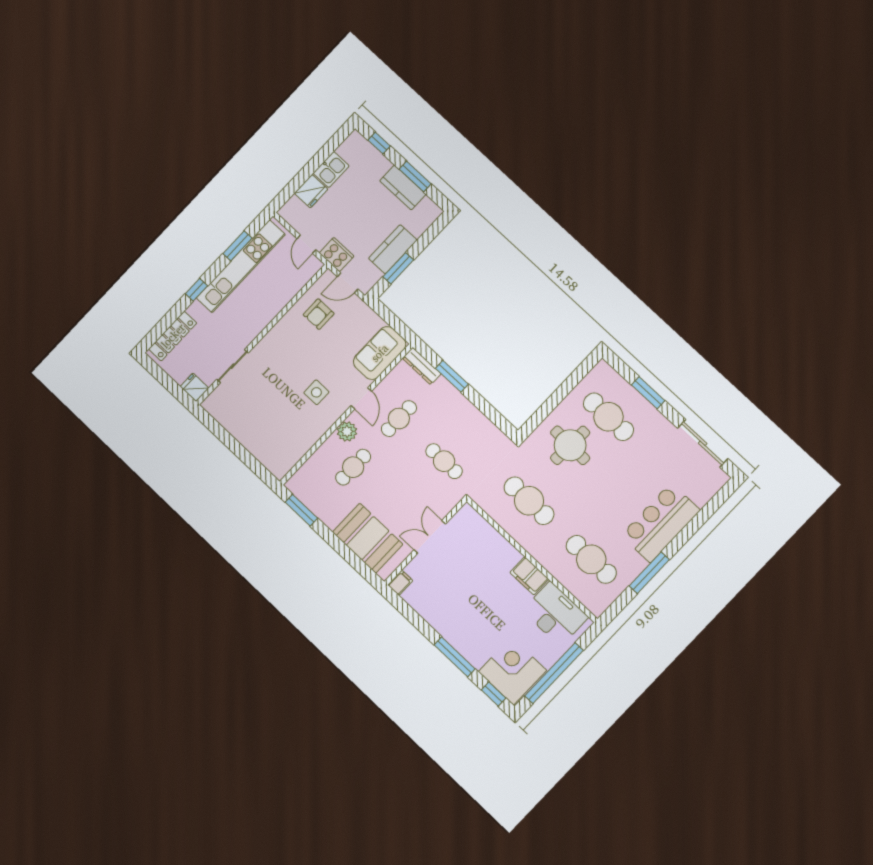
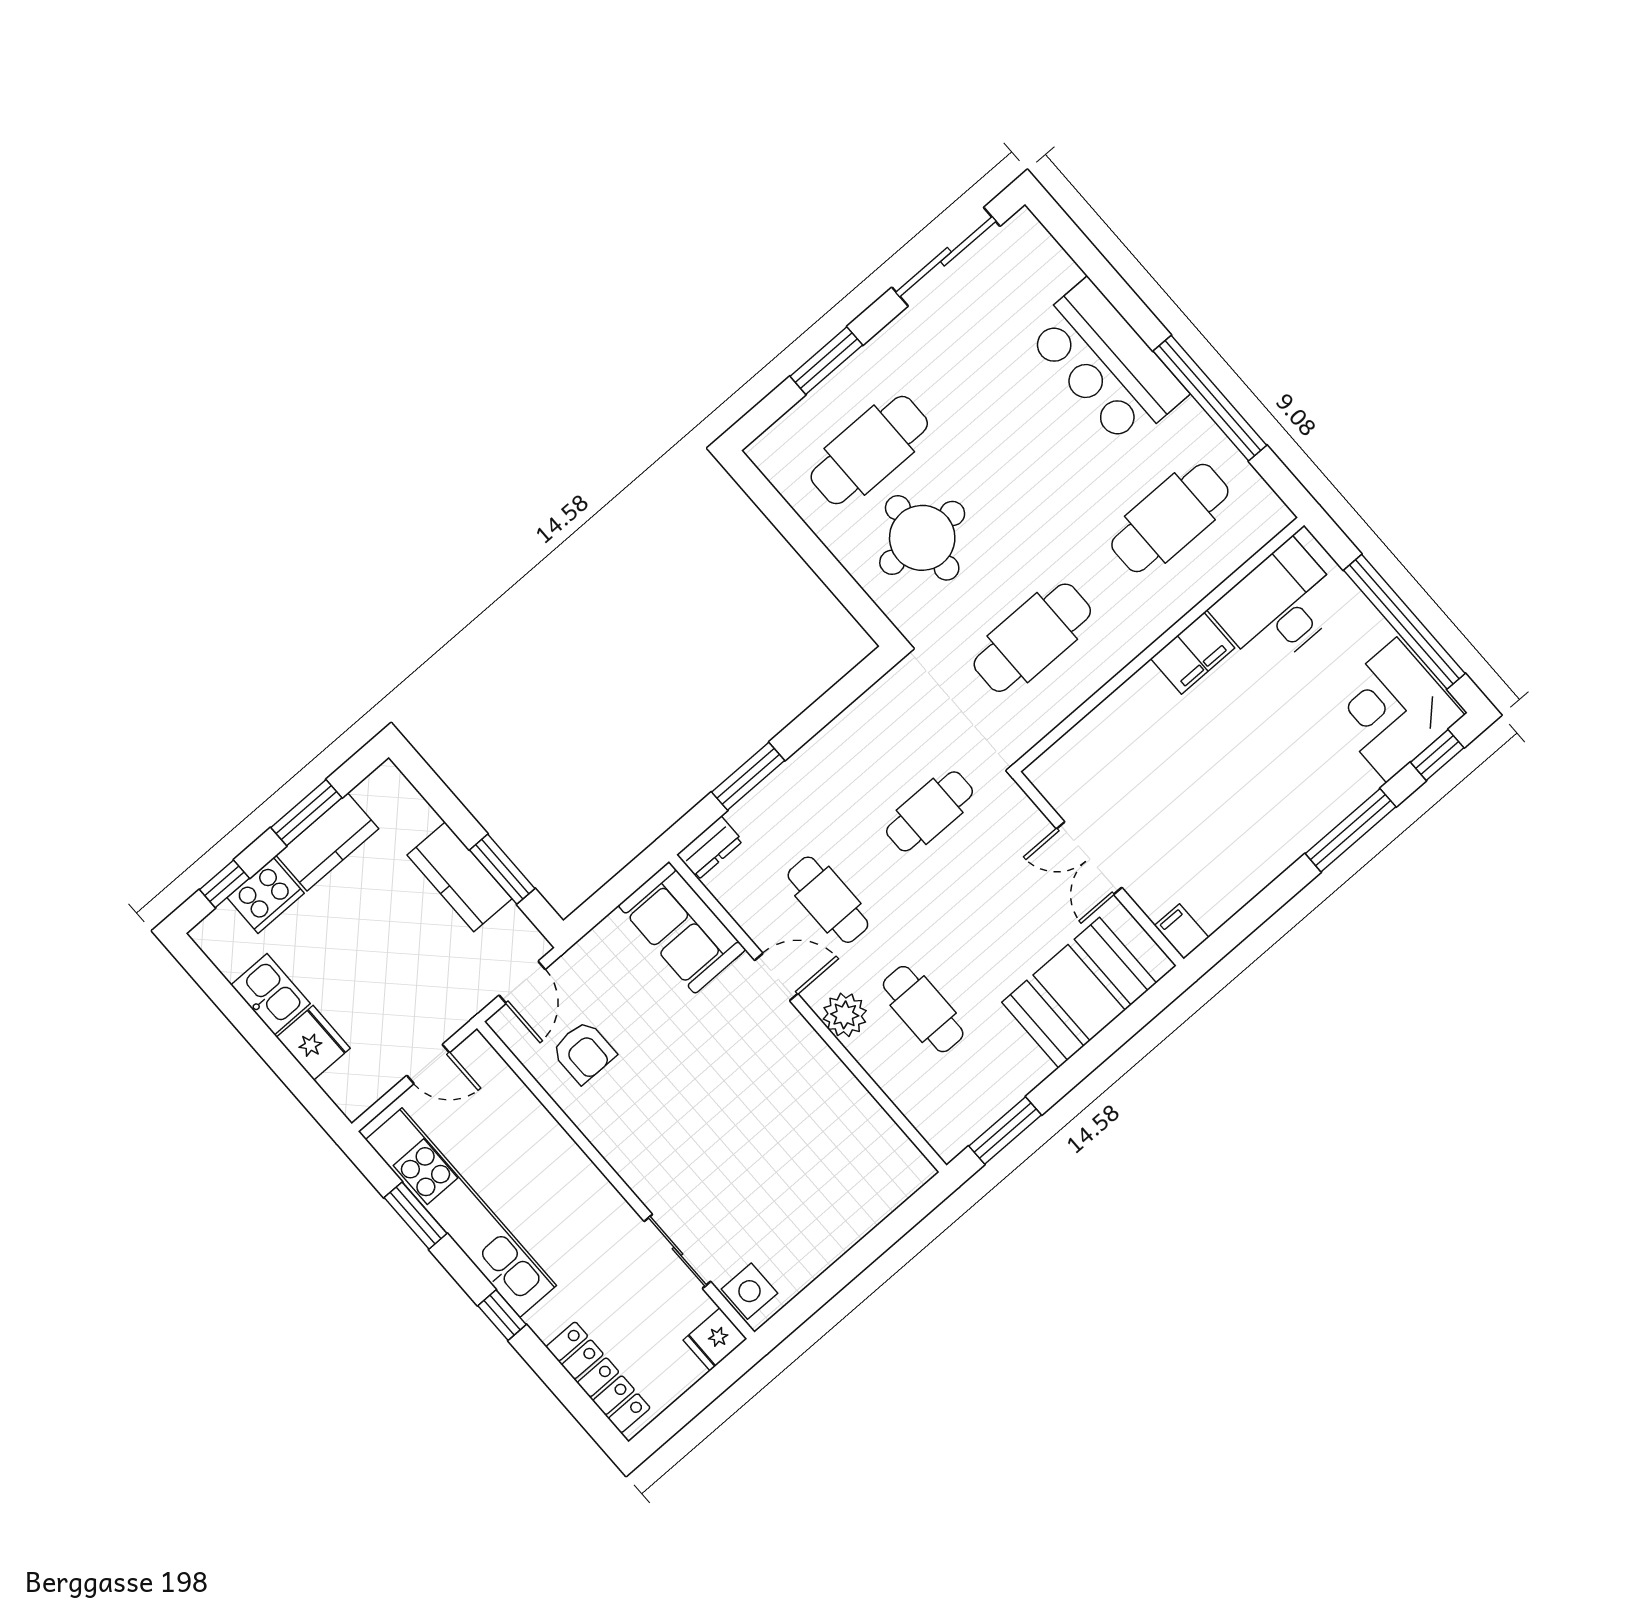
cooker: (337, 255) -> (266, 895), moved, turned 180
dresser: (422, 366) -> (710, 848), width x0.70
side table: (316, 392) -> (749, 1291), moved
window: (649, 573) -> (1210, 398), width x1.46

